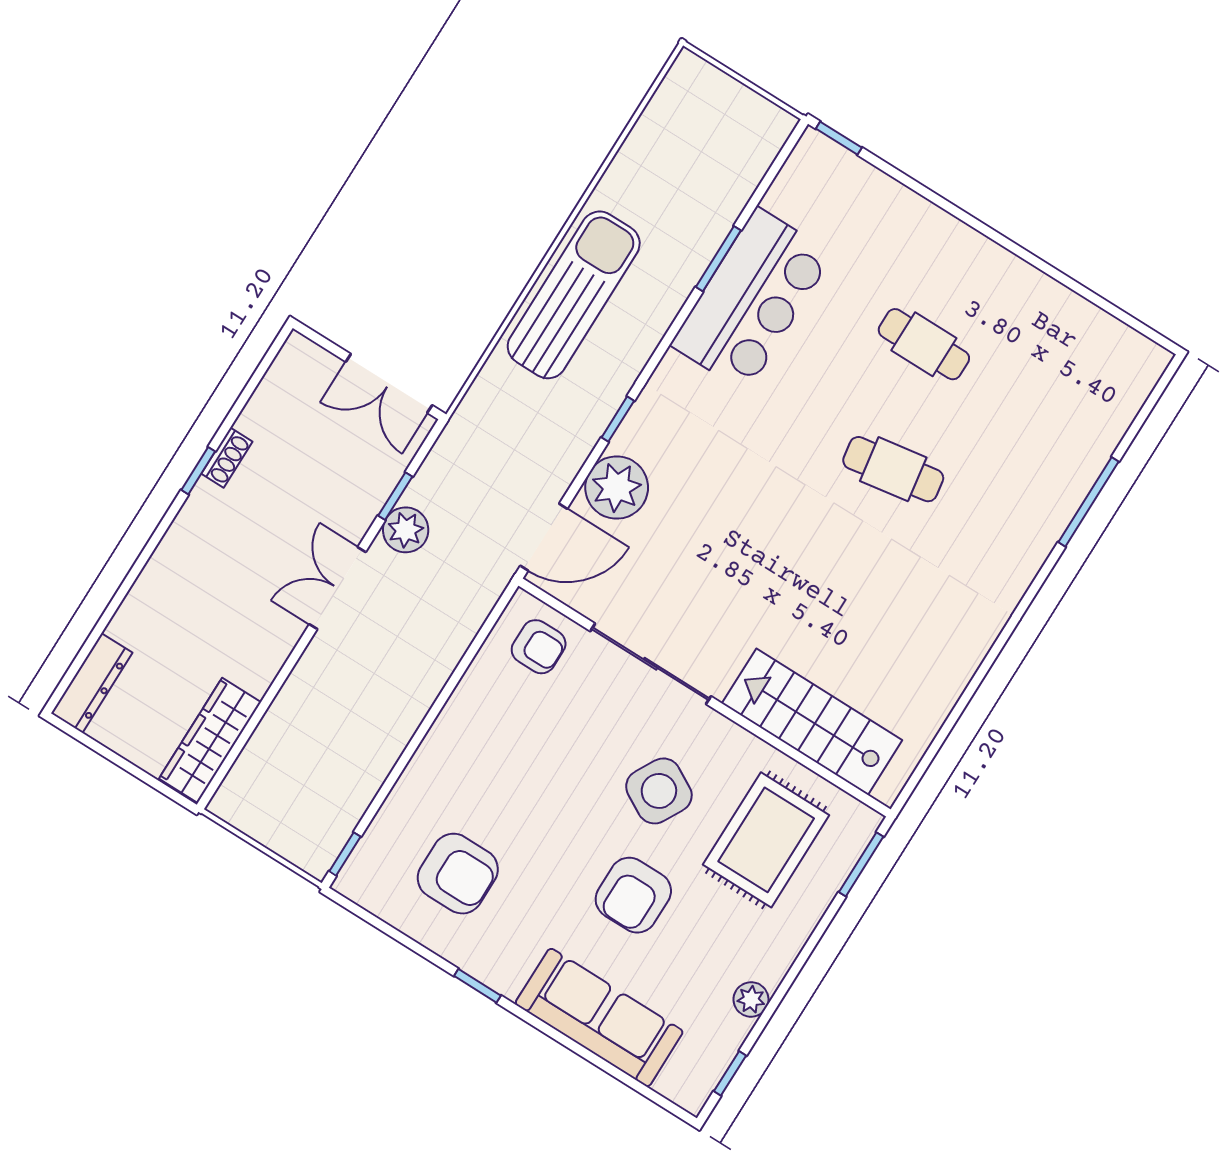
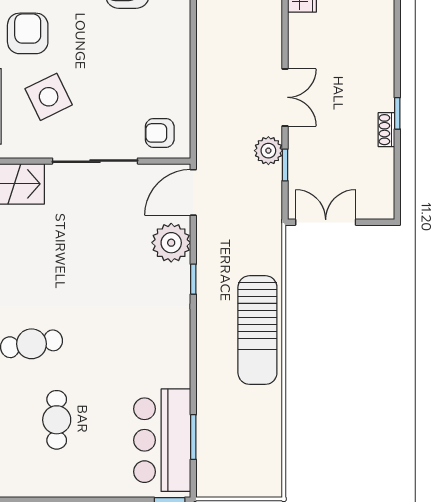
window: (718, 259) -> (193, 437), moved
bar counter: (752, 300) -> (162, 440), moved
cafe table: (924, 344) -> (57, 420), turned 90
side table: (659, 791) -> (49, 97), turned 35

